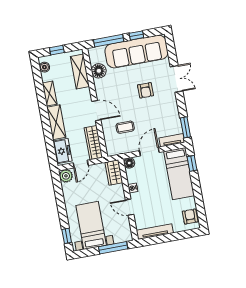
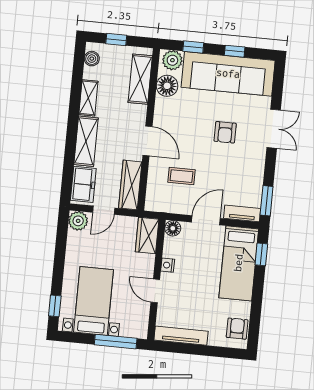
window: (109, 41) -> (193, 47), width x0.46
plant: (97, 53) -> (172, 60), added

